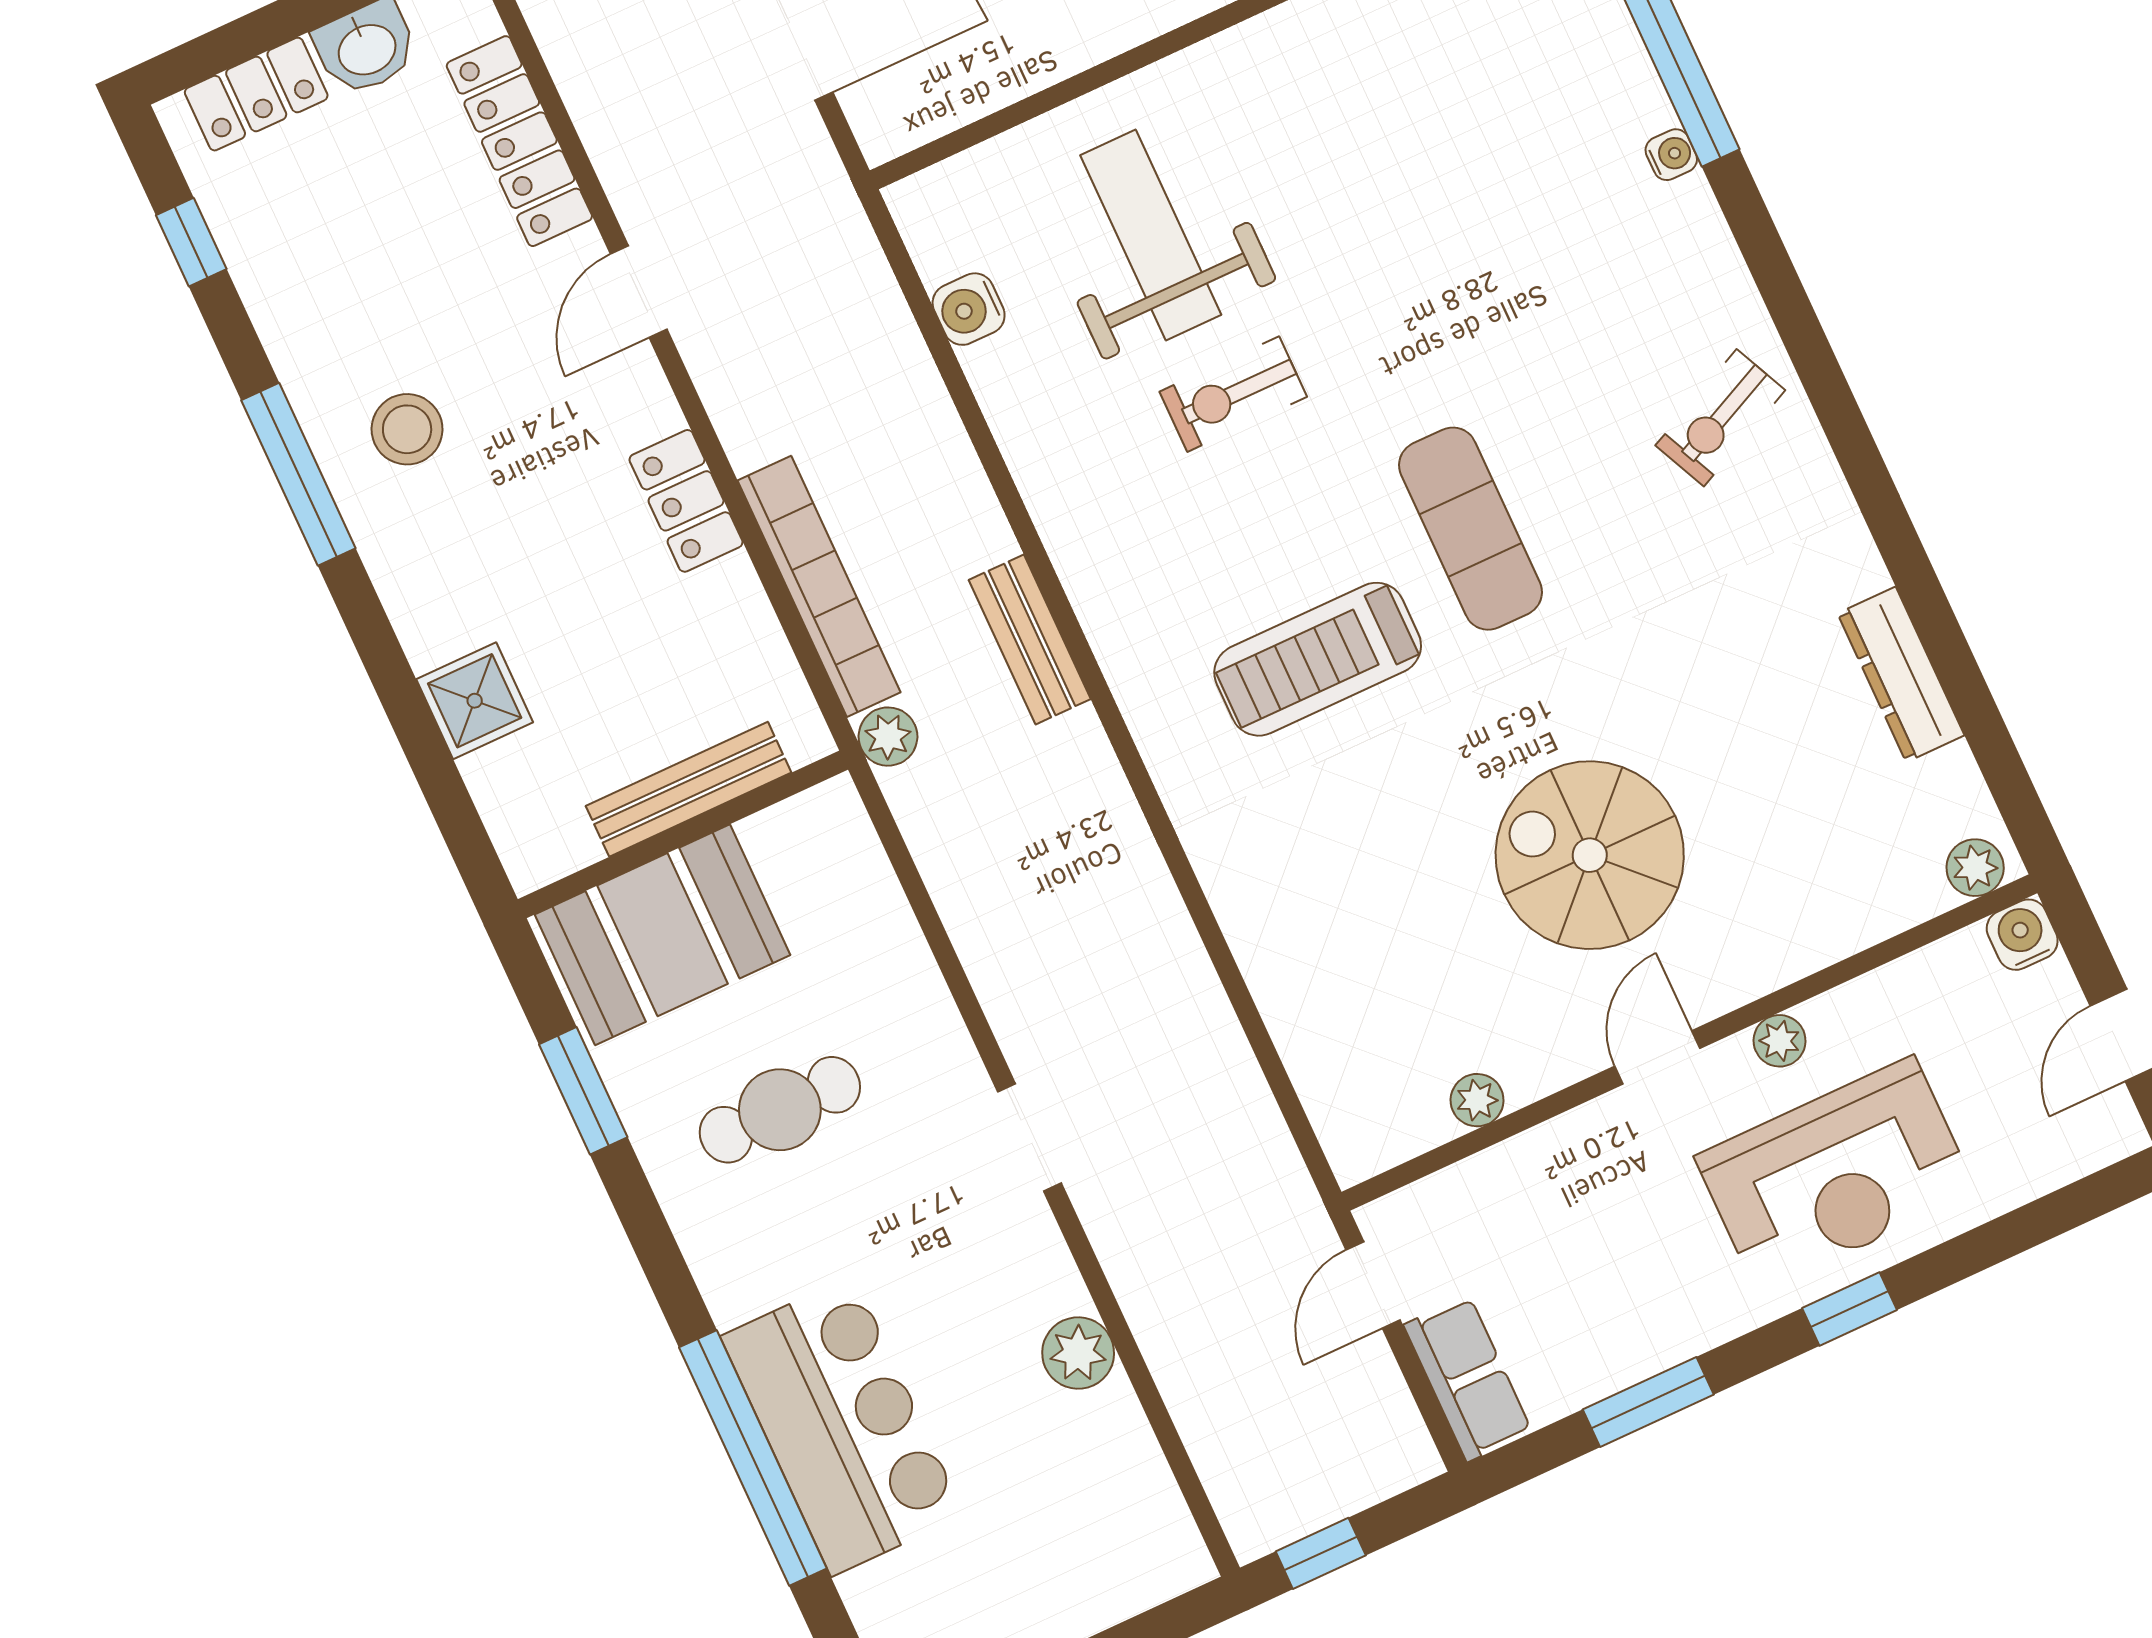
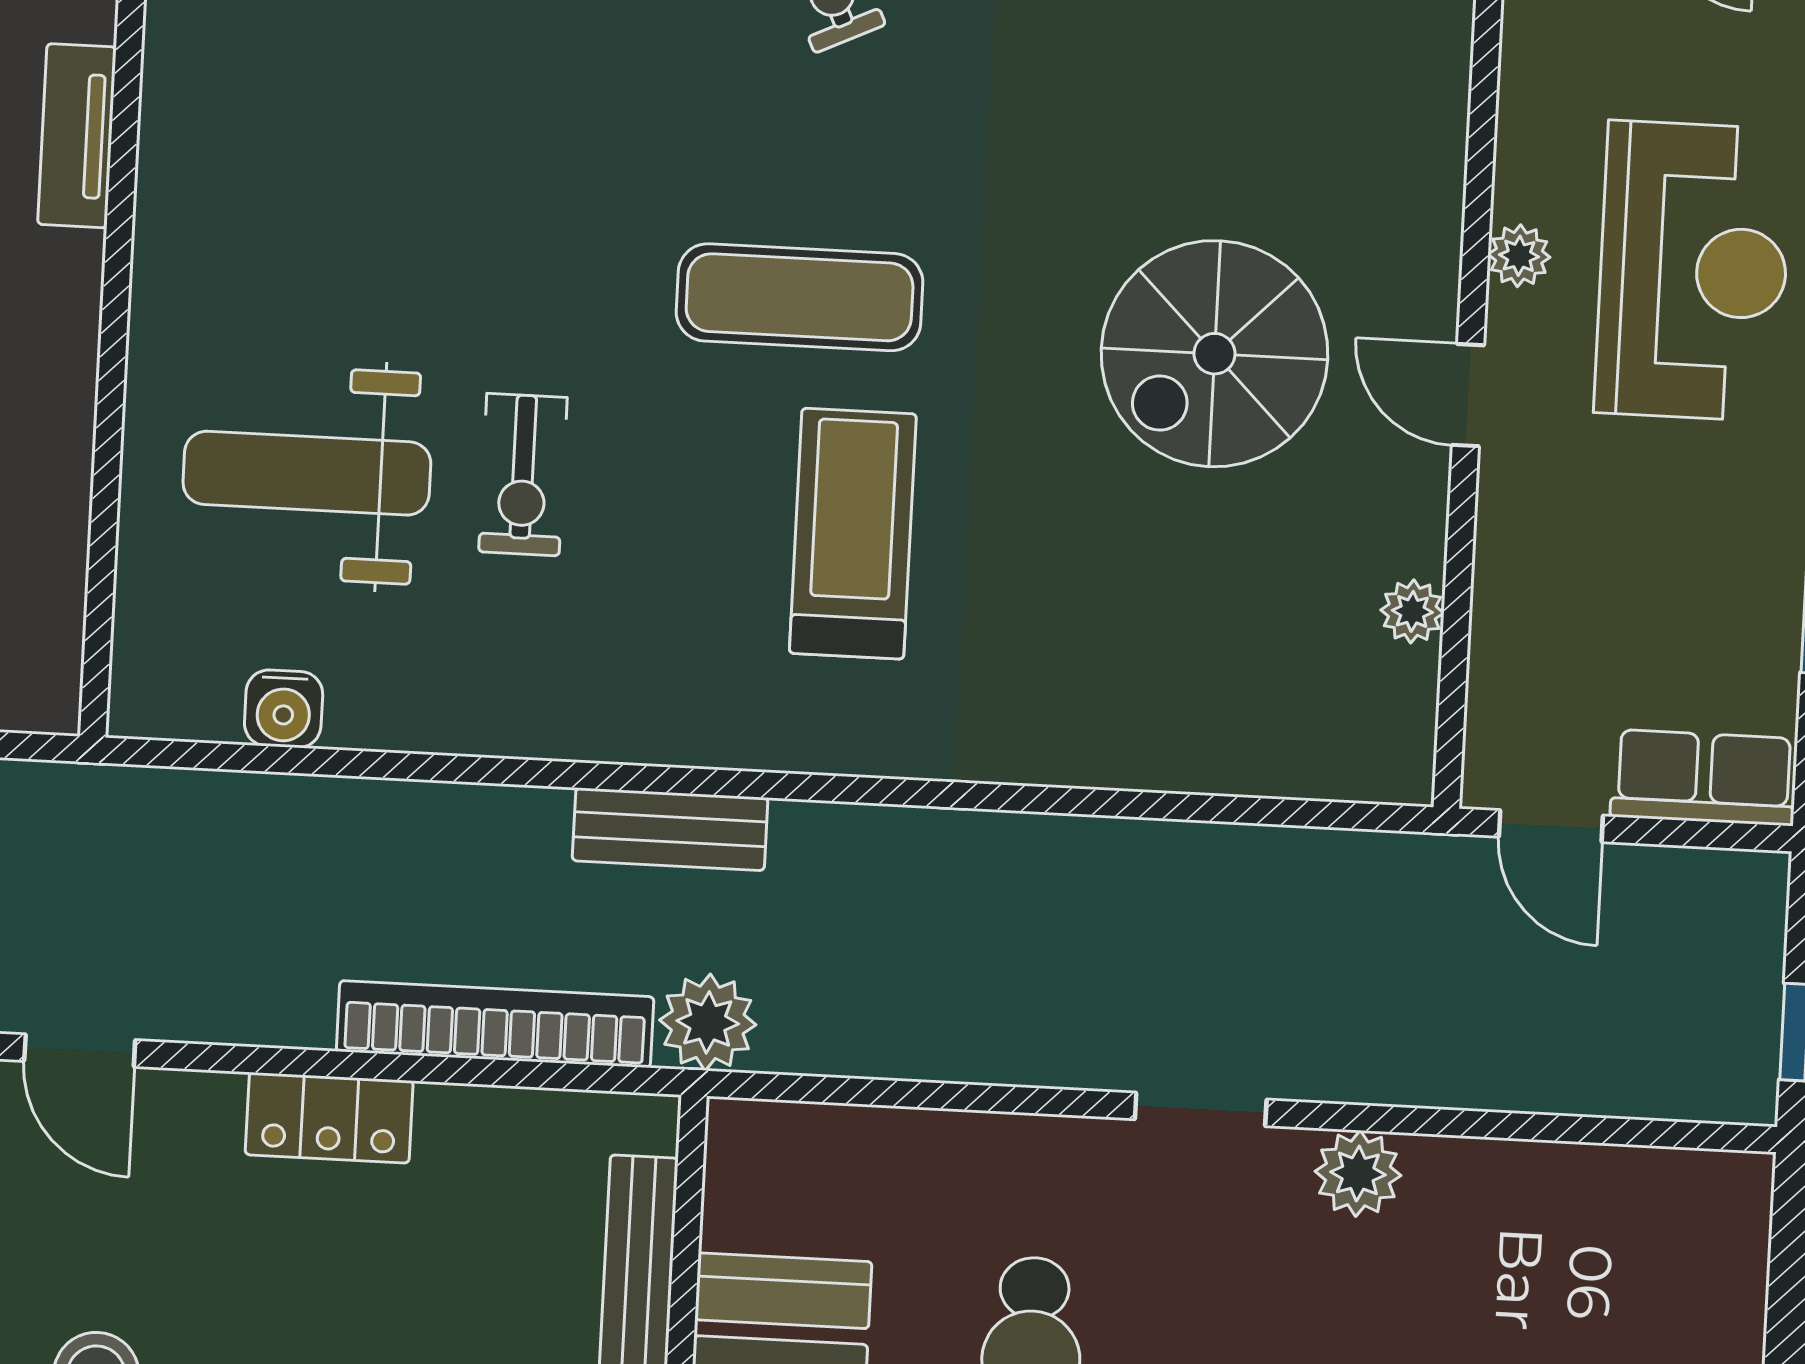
treadmill: (1318, 659) -> (853, 534), turned 180
plant: (888, 737) -> (708, 1022), width x1.38, depth x1.38
plant: (1078, 1353) -> (1358, 1173), moved

